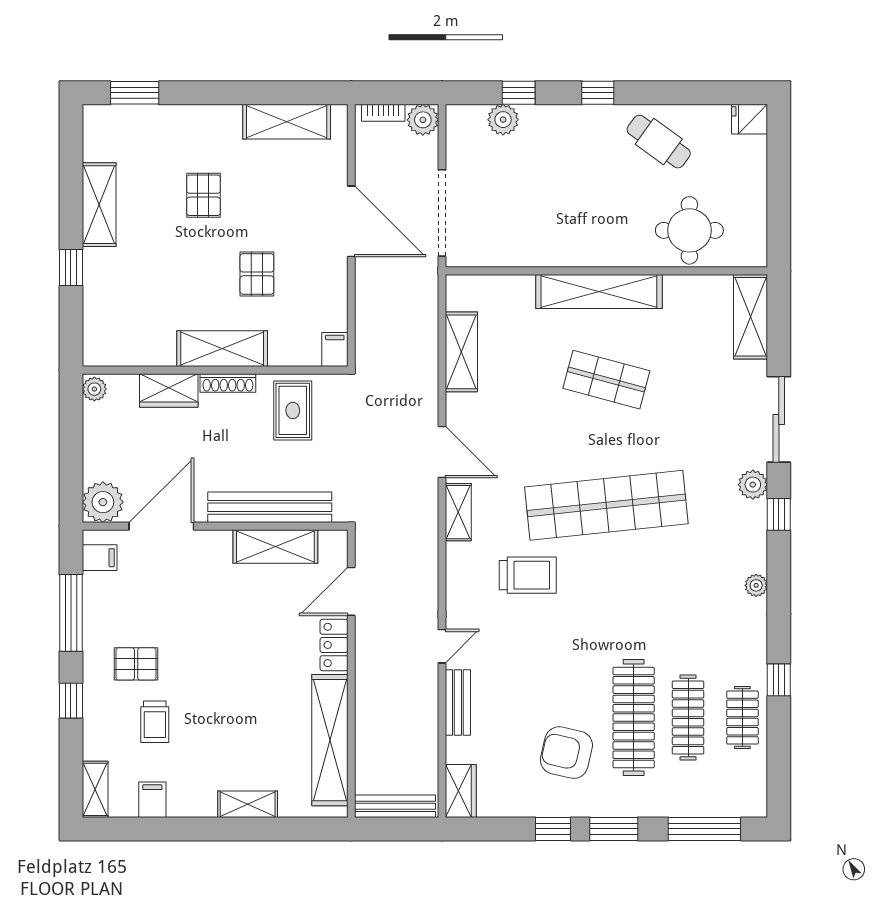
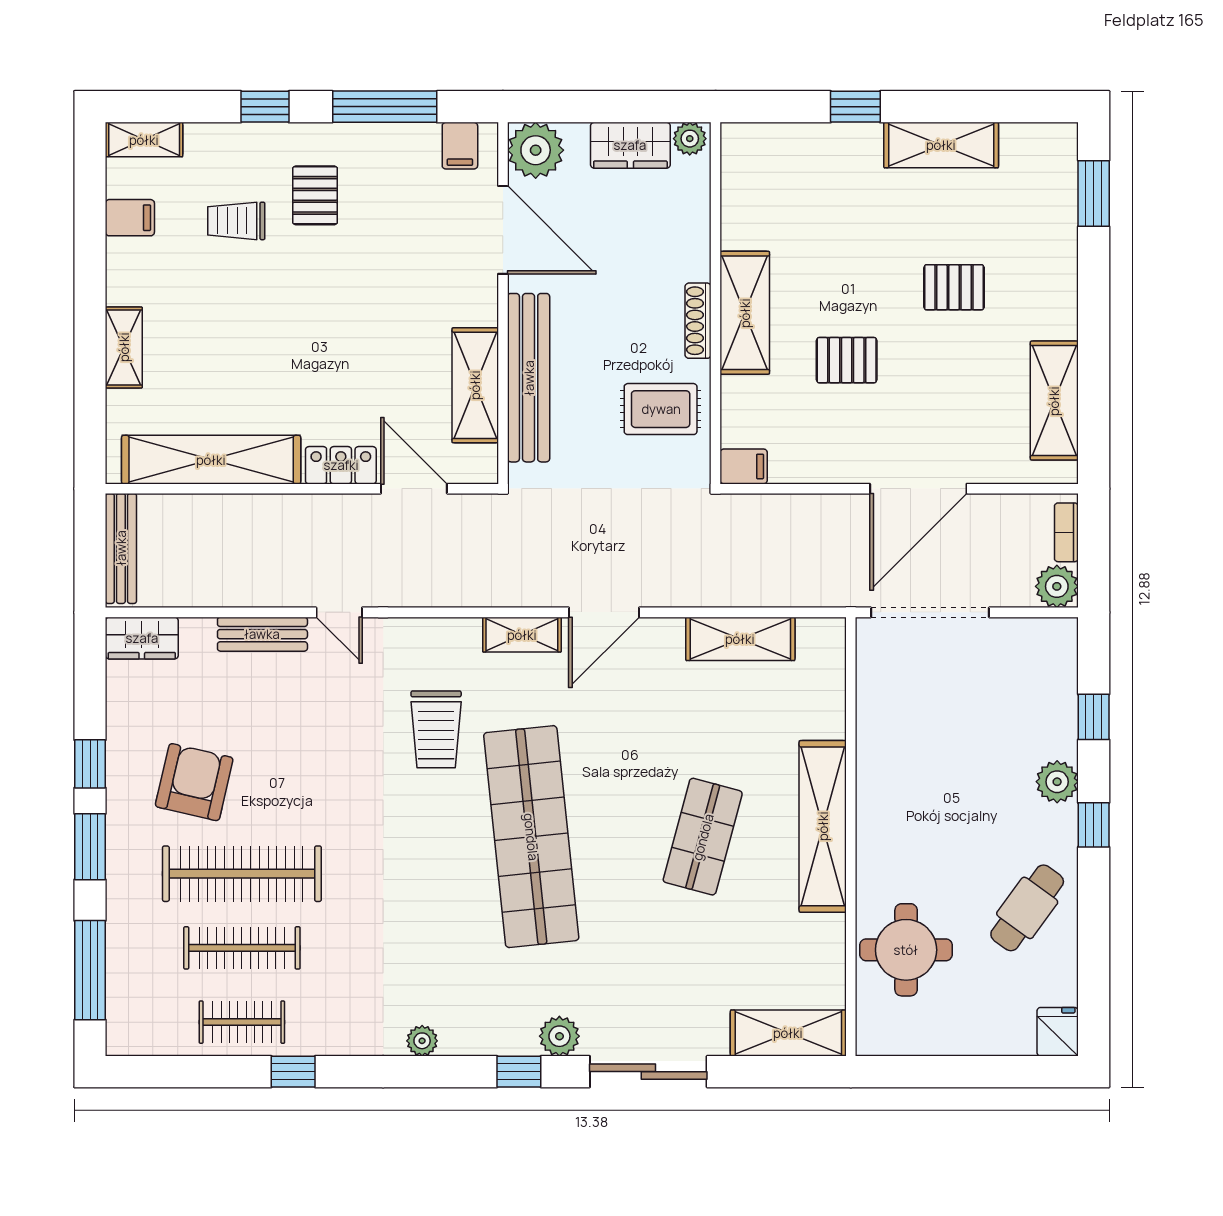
plant: (503, 120) -> (1057, 782), moved
wardrobe: (169, 390) -> (630, 145), moved, turned -90

